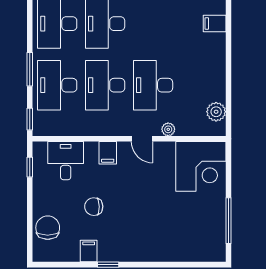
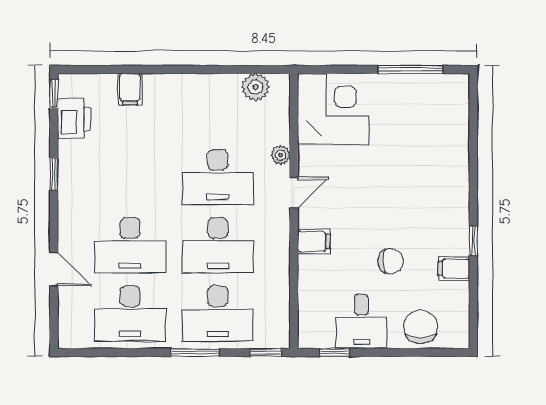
desk: (66, 161) -> (361, 321), moved, turned -90
chair: (94, 207) -> (391, 261), turned -89
chair: (48, 228) -> (421, 327), turned 90

